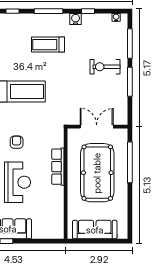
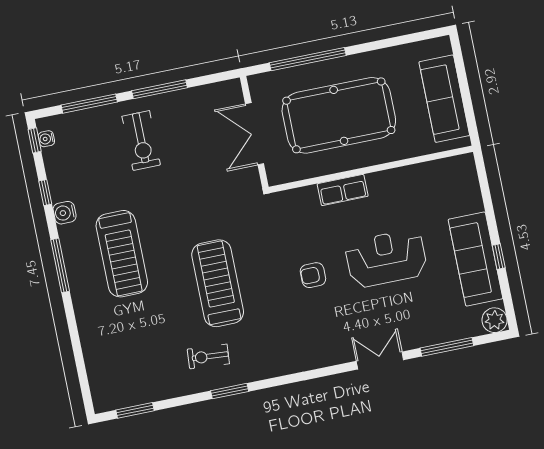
window: (13, 11) -> (35, 140), moved
treadmill: (48, 45) -> (122, 254), width x1.37, depth x1.38
row of seats: (58, 167) -> (343, 190), width x0.68

